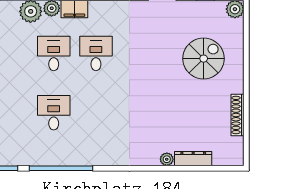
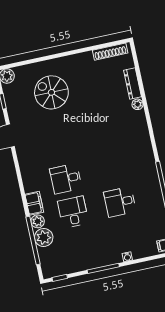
desk: (54, 53) -> (73, 212), turned 90
shoe rack: (237, 115) -> (110, 52), moved

